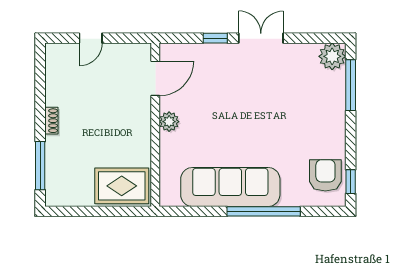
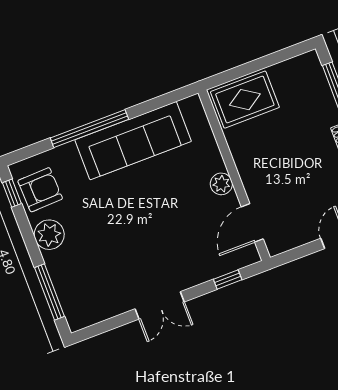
window: (215, 38) -> (228, 280), moved
plant: (332, 56) -> (49, 235), moved
armchair: (325, 175) -> (40, 190), turned -92

